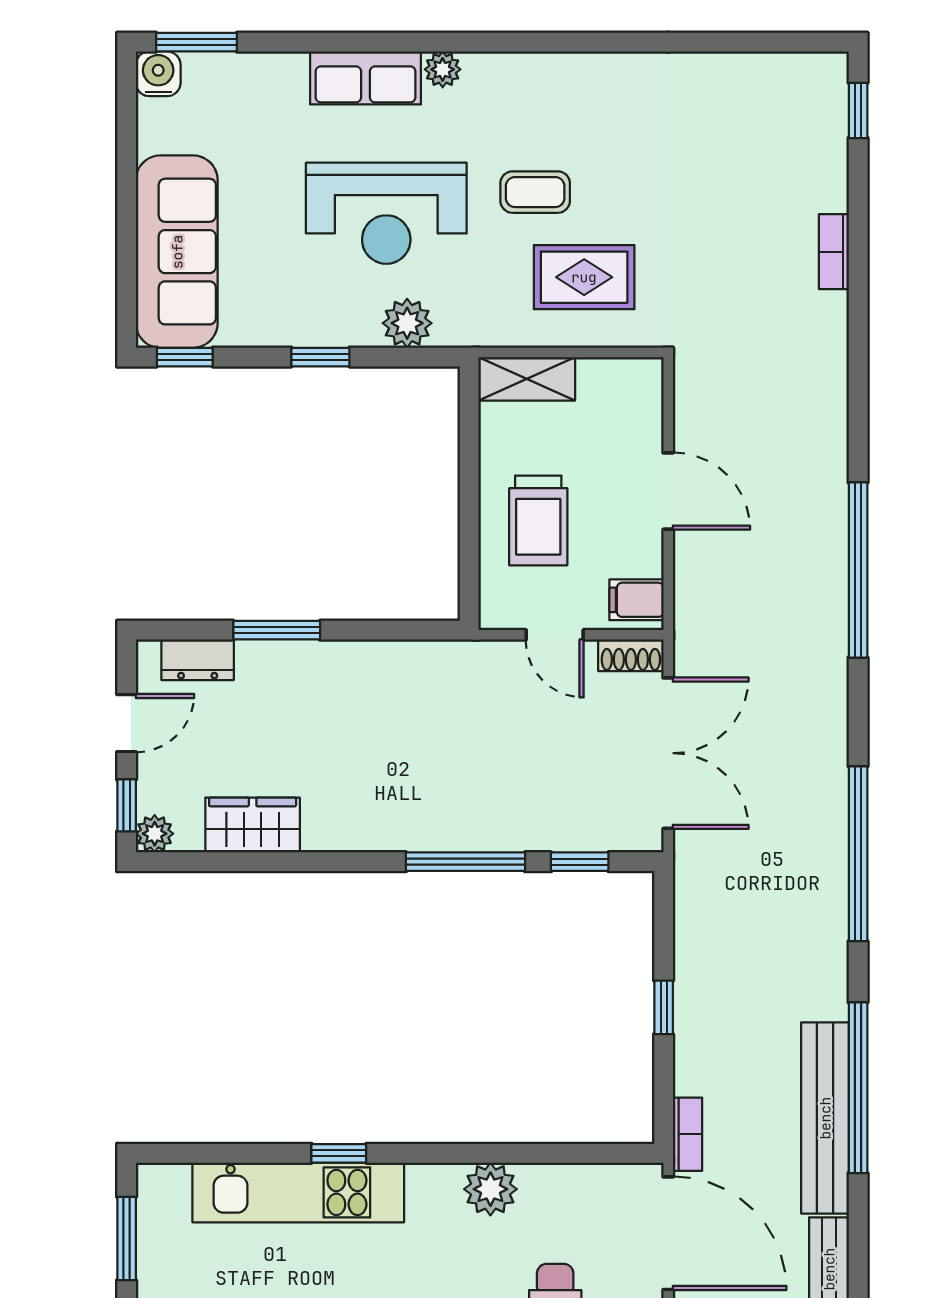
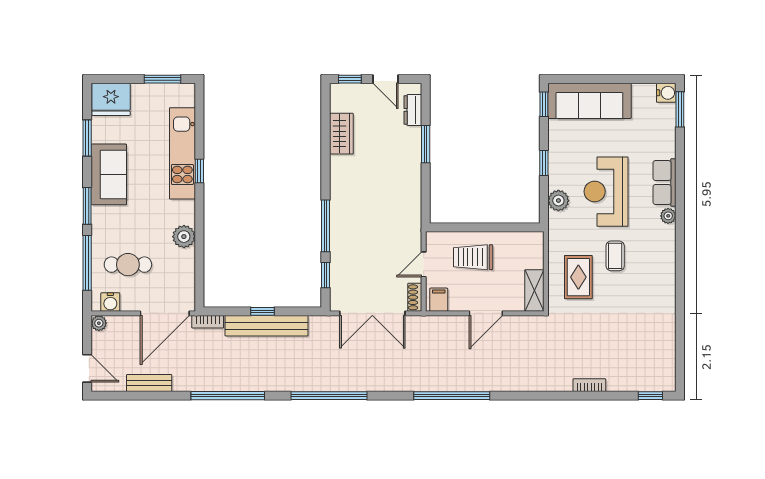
shelving: (527, 379) -> (534, 291), moved
plant: (155, 834) -> (338, 91), removed
bench: (825, 1118) -> (266, 326), moved

